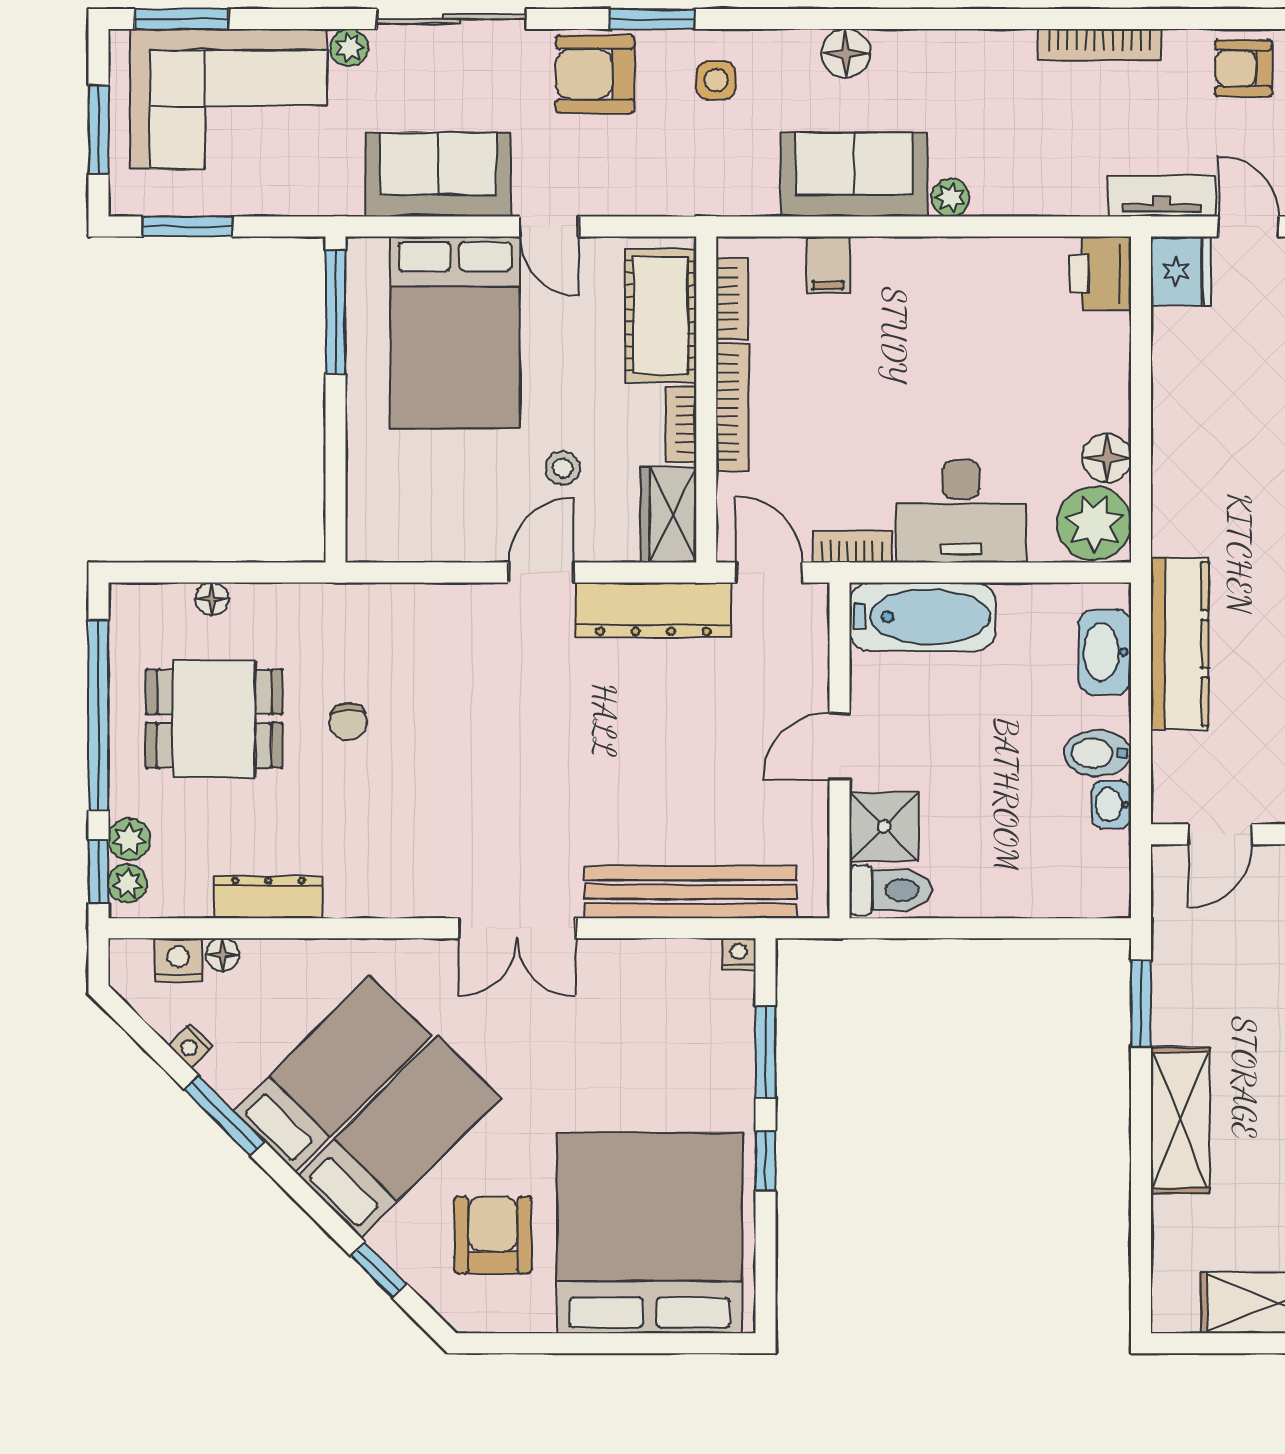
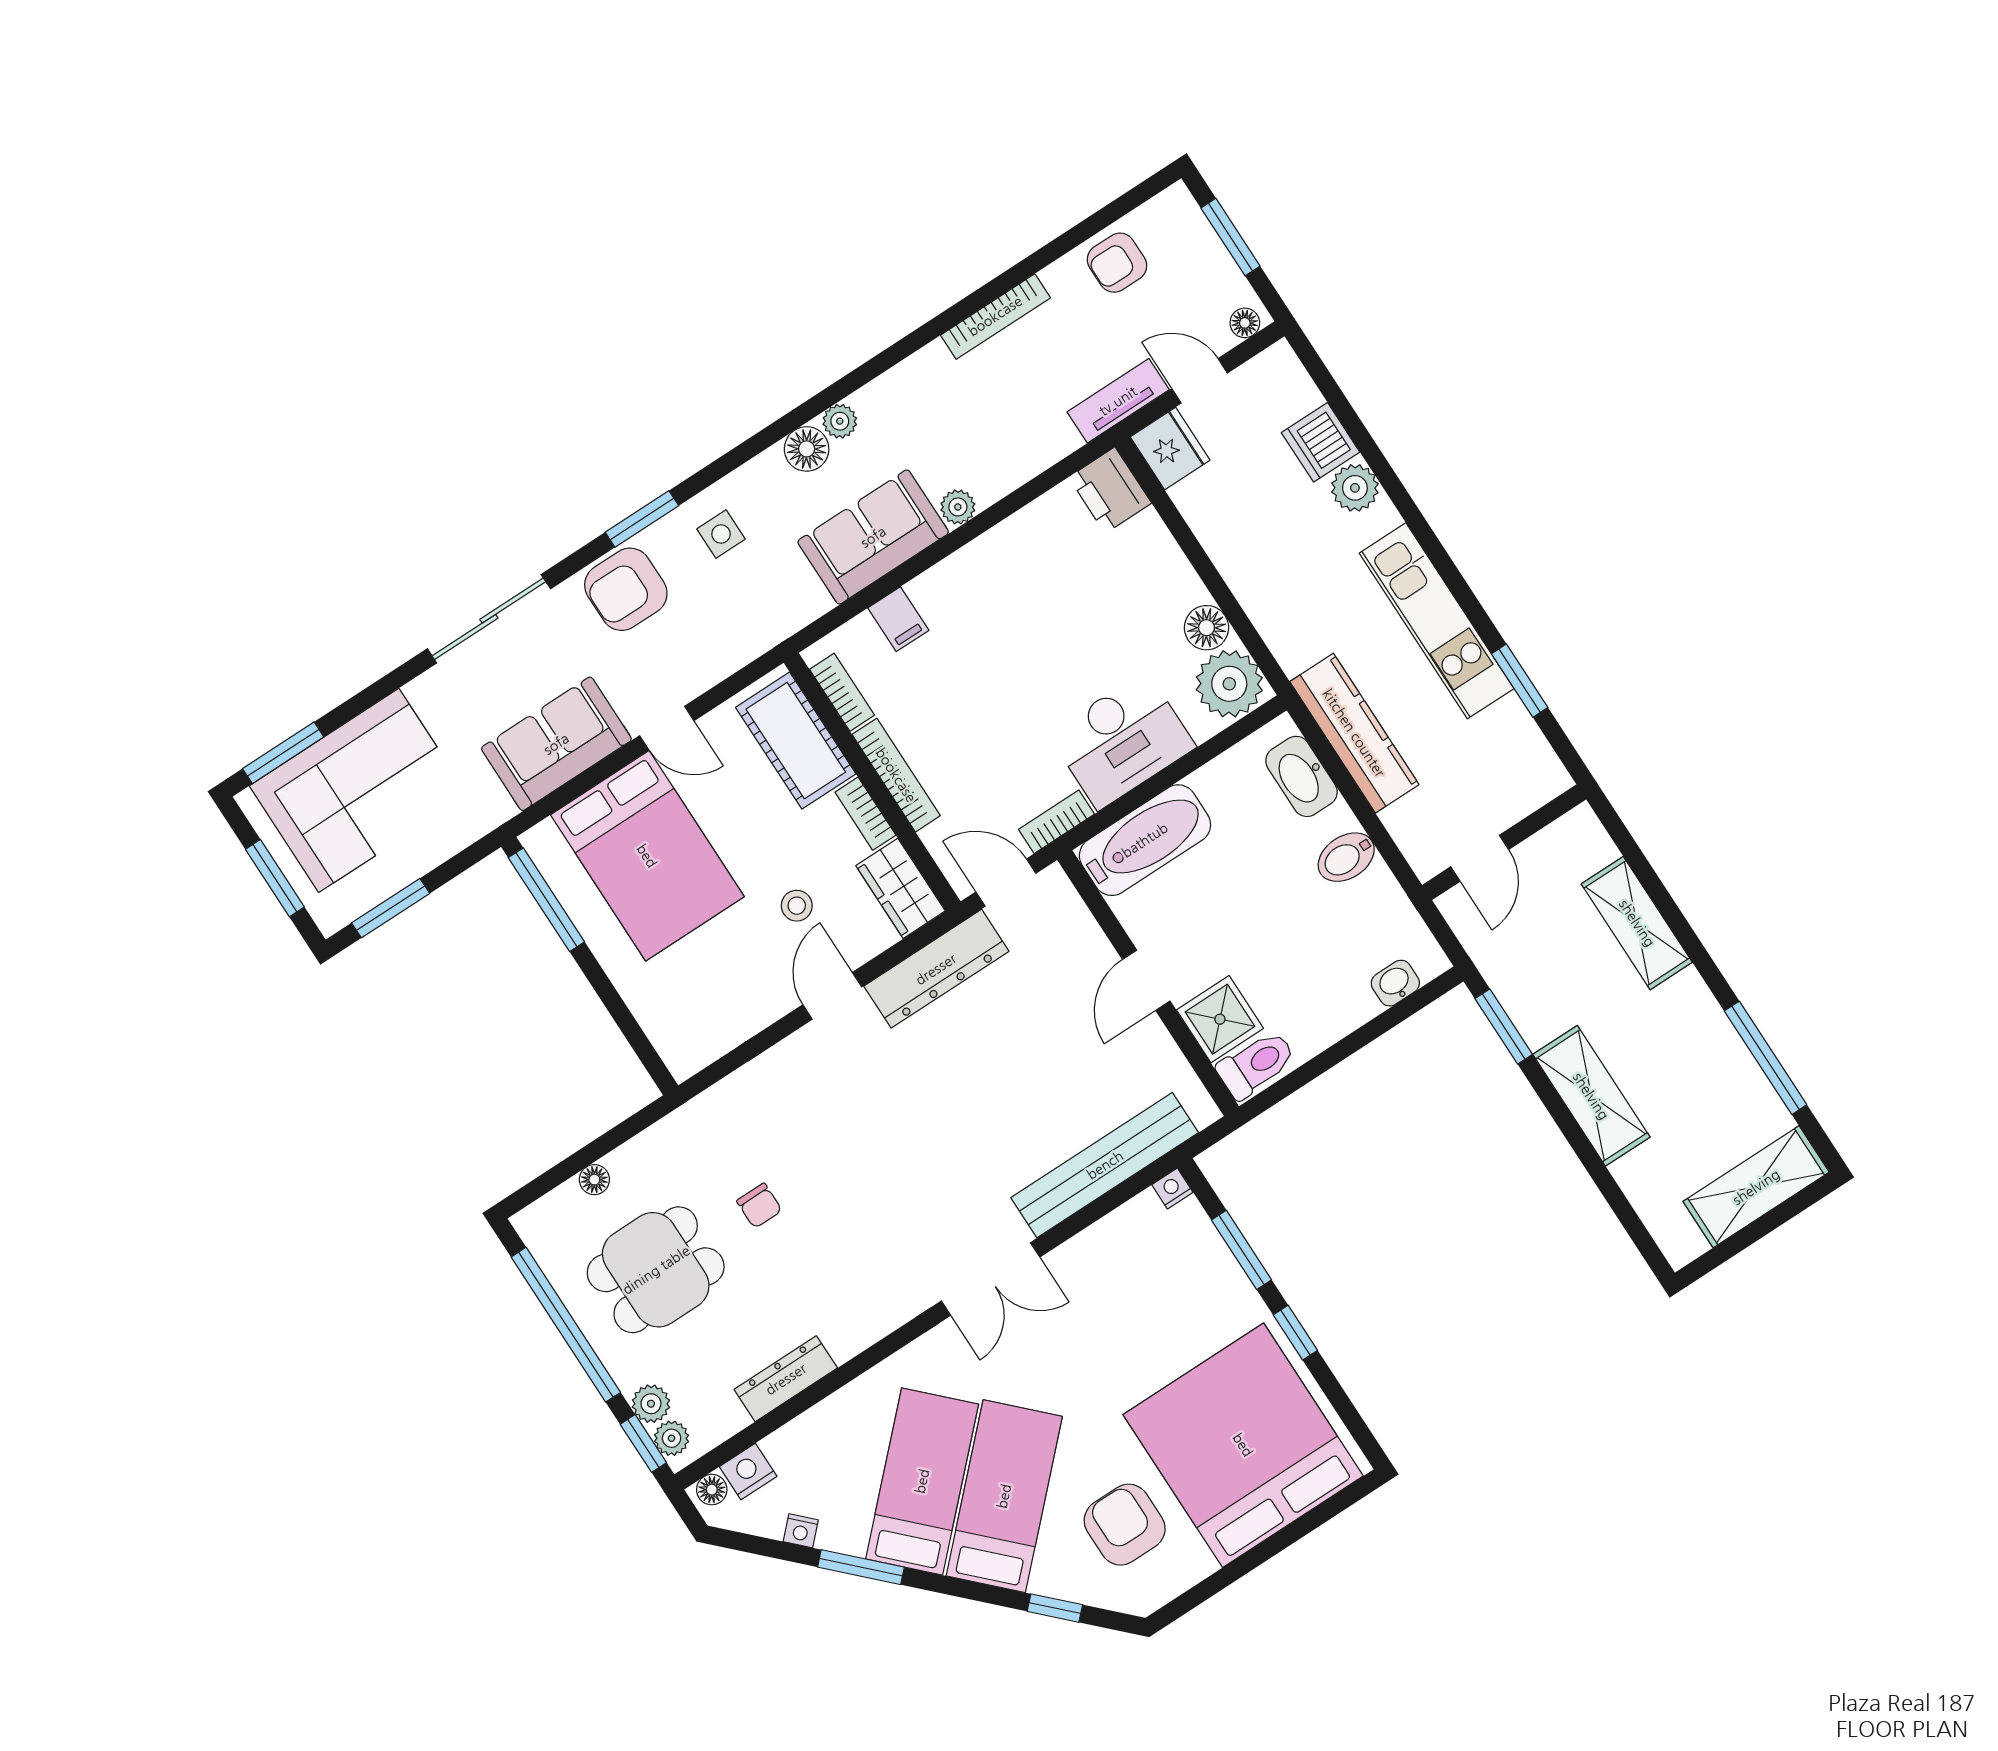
plant: (349, 48) -> (840, 421), moved
washbasin: (1112, 805) -> (1395, 983), moved, turned 90
floor lamp: (222, 955) -> (712, 1490), moved

